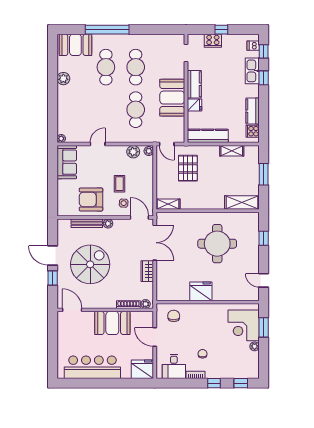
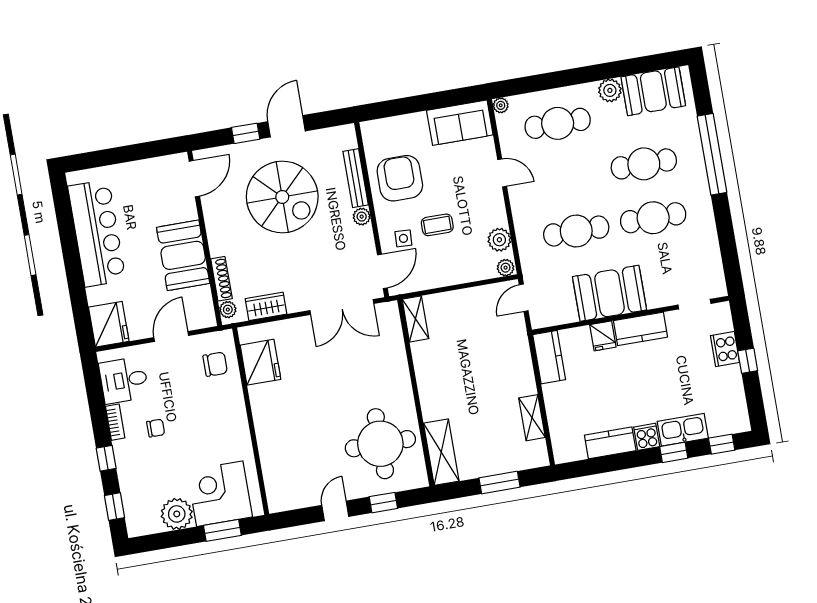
booth: (75, 45) -> (653, 91), moved, turned 90
dishwasher: (253, 46) -> (729, 423), removed
cafe table: (76, 110) -> (558, 123), added
cooker: (253, 131) -> (647, 437), moved
kitchen counter: (208, 136) -> (549, 357), width x0.67
pallet: (188, 168) -> (487, 344), removed
round table: (217, 244) -> (380, 444), moved
wardrobe: (147, 271) -> (266, 306), moved
door: (264, 280) -> (335, 511), moved
fridge: (201, 291) -> (260, 362), moved
plant: (255, 346) -> (177, 514), width x1.88, depth x1.88

